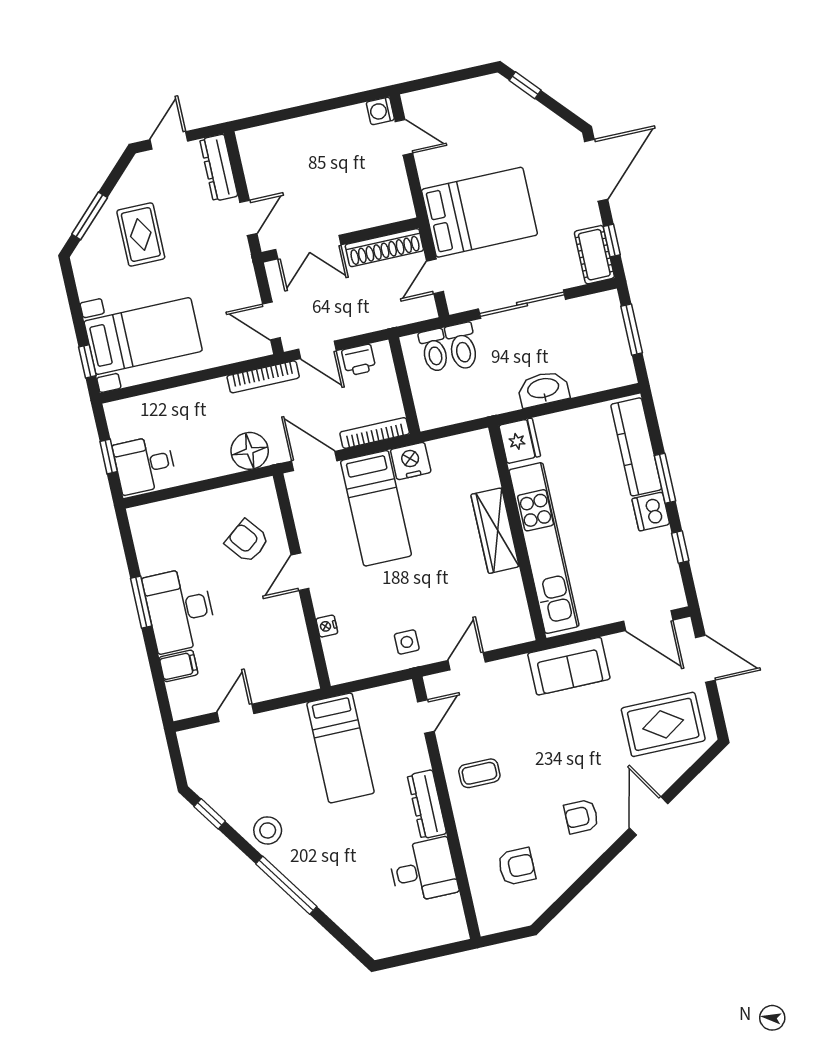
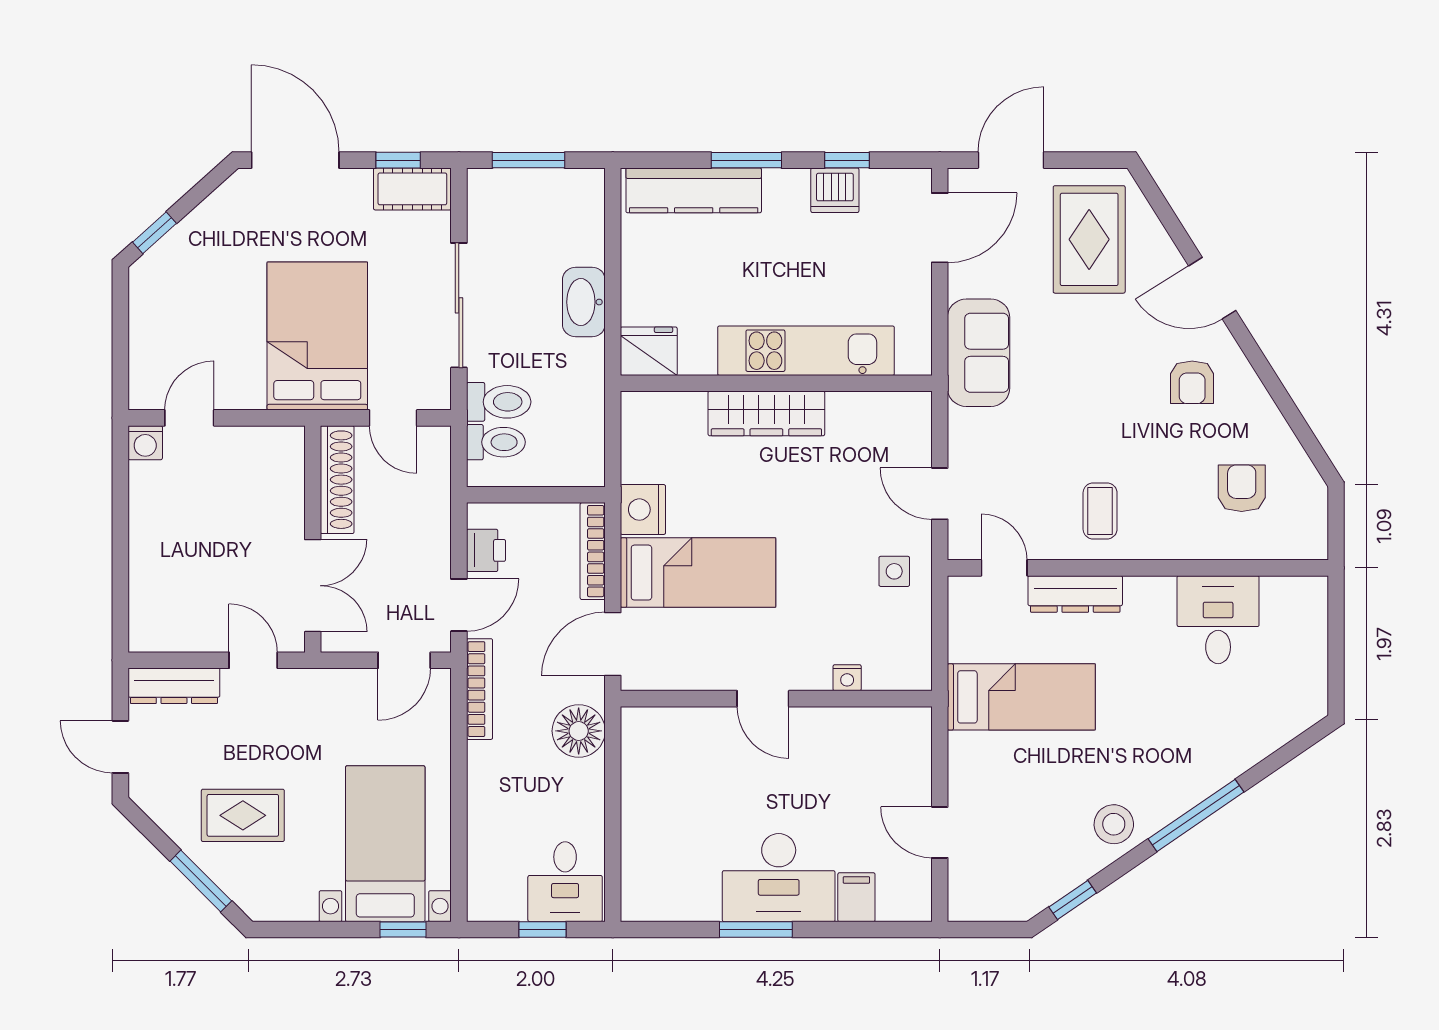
dishwasher: (651, 512) -> (835, 190), moved
armchair: (247, 541) -> (704, 763), removed
kitchen unit: (544, 548) -> (806, 351), width x0.73
dresser: (427, 804) -> (1075, 594), moved

